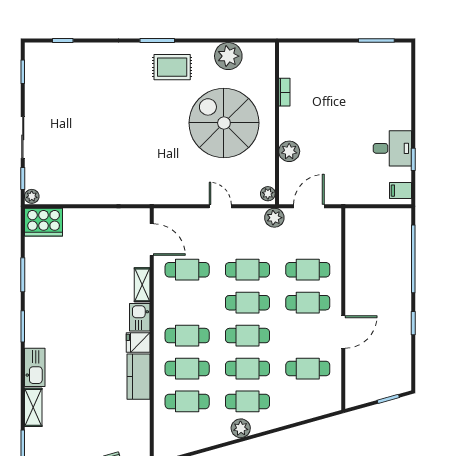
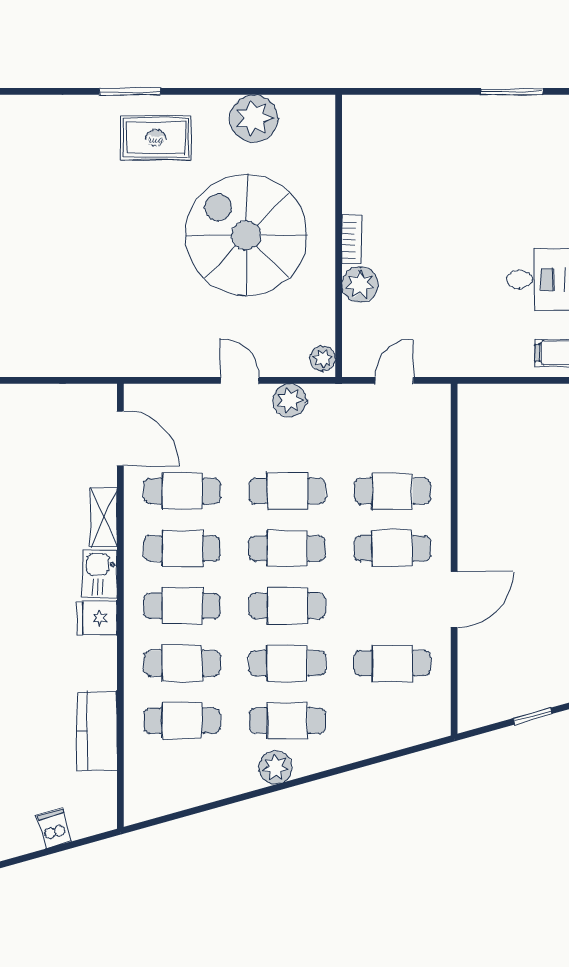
bookcase: (284, 92) -> (352, 240), moved
door: (309, 206) -> (394, 380), width x0.73
plant: (274, 218) -> (289, 400), moved
cafe table: (187, 303) -> (182, 548), added
kitchen counter: (138, 377) -> (97, 731), moved

